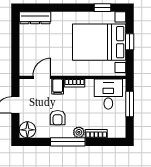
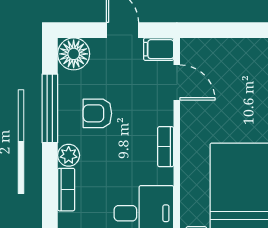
filing cabinet: (58, 87) -> (159, 49), moved
window: (68, 142) -> (50, 108), moved

